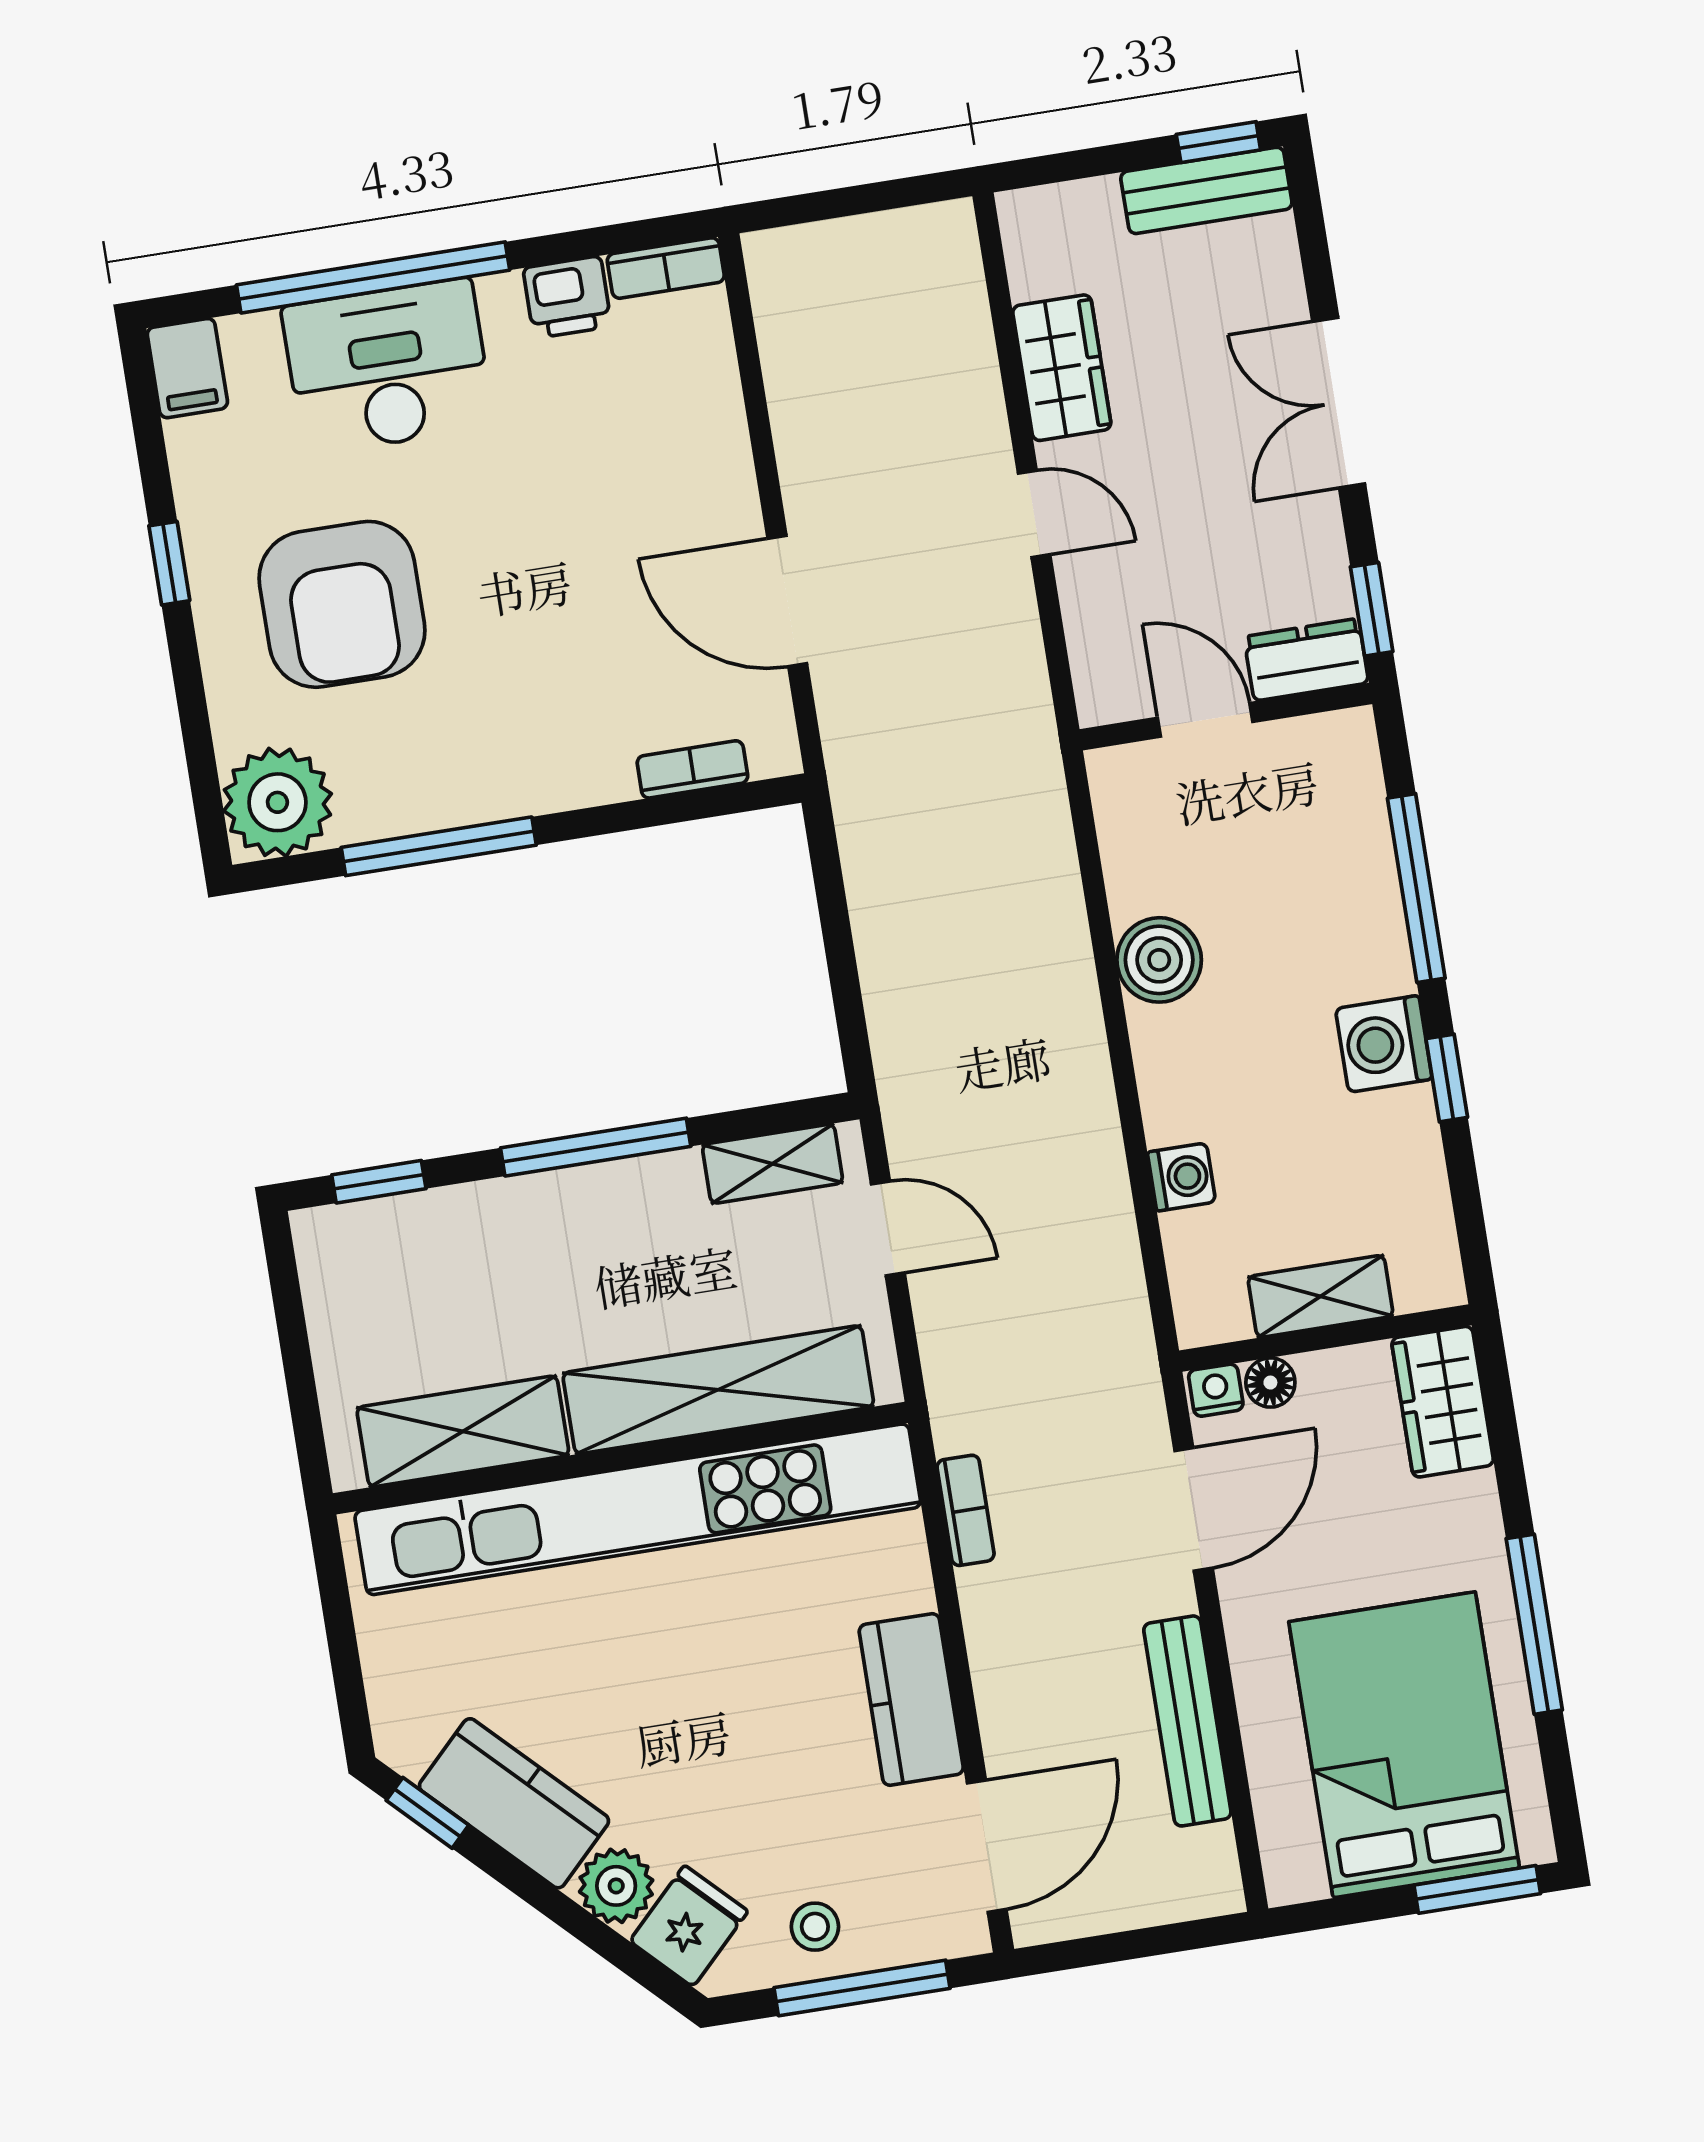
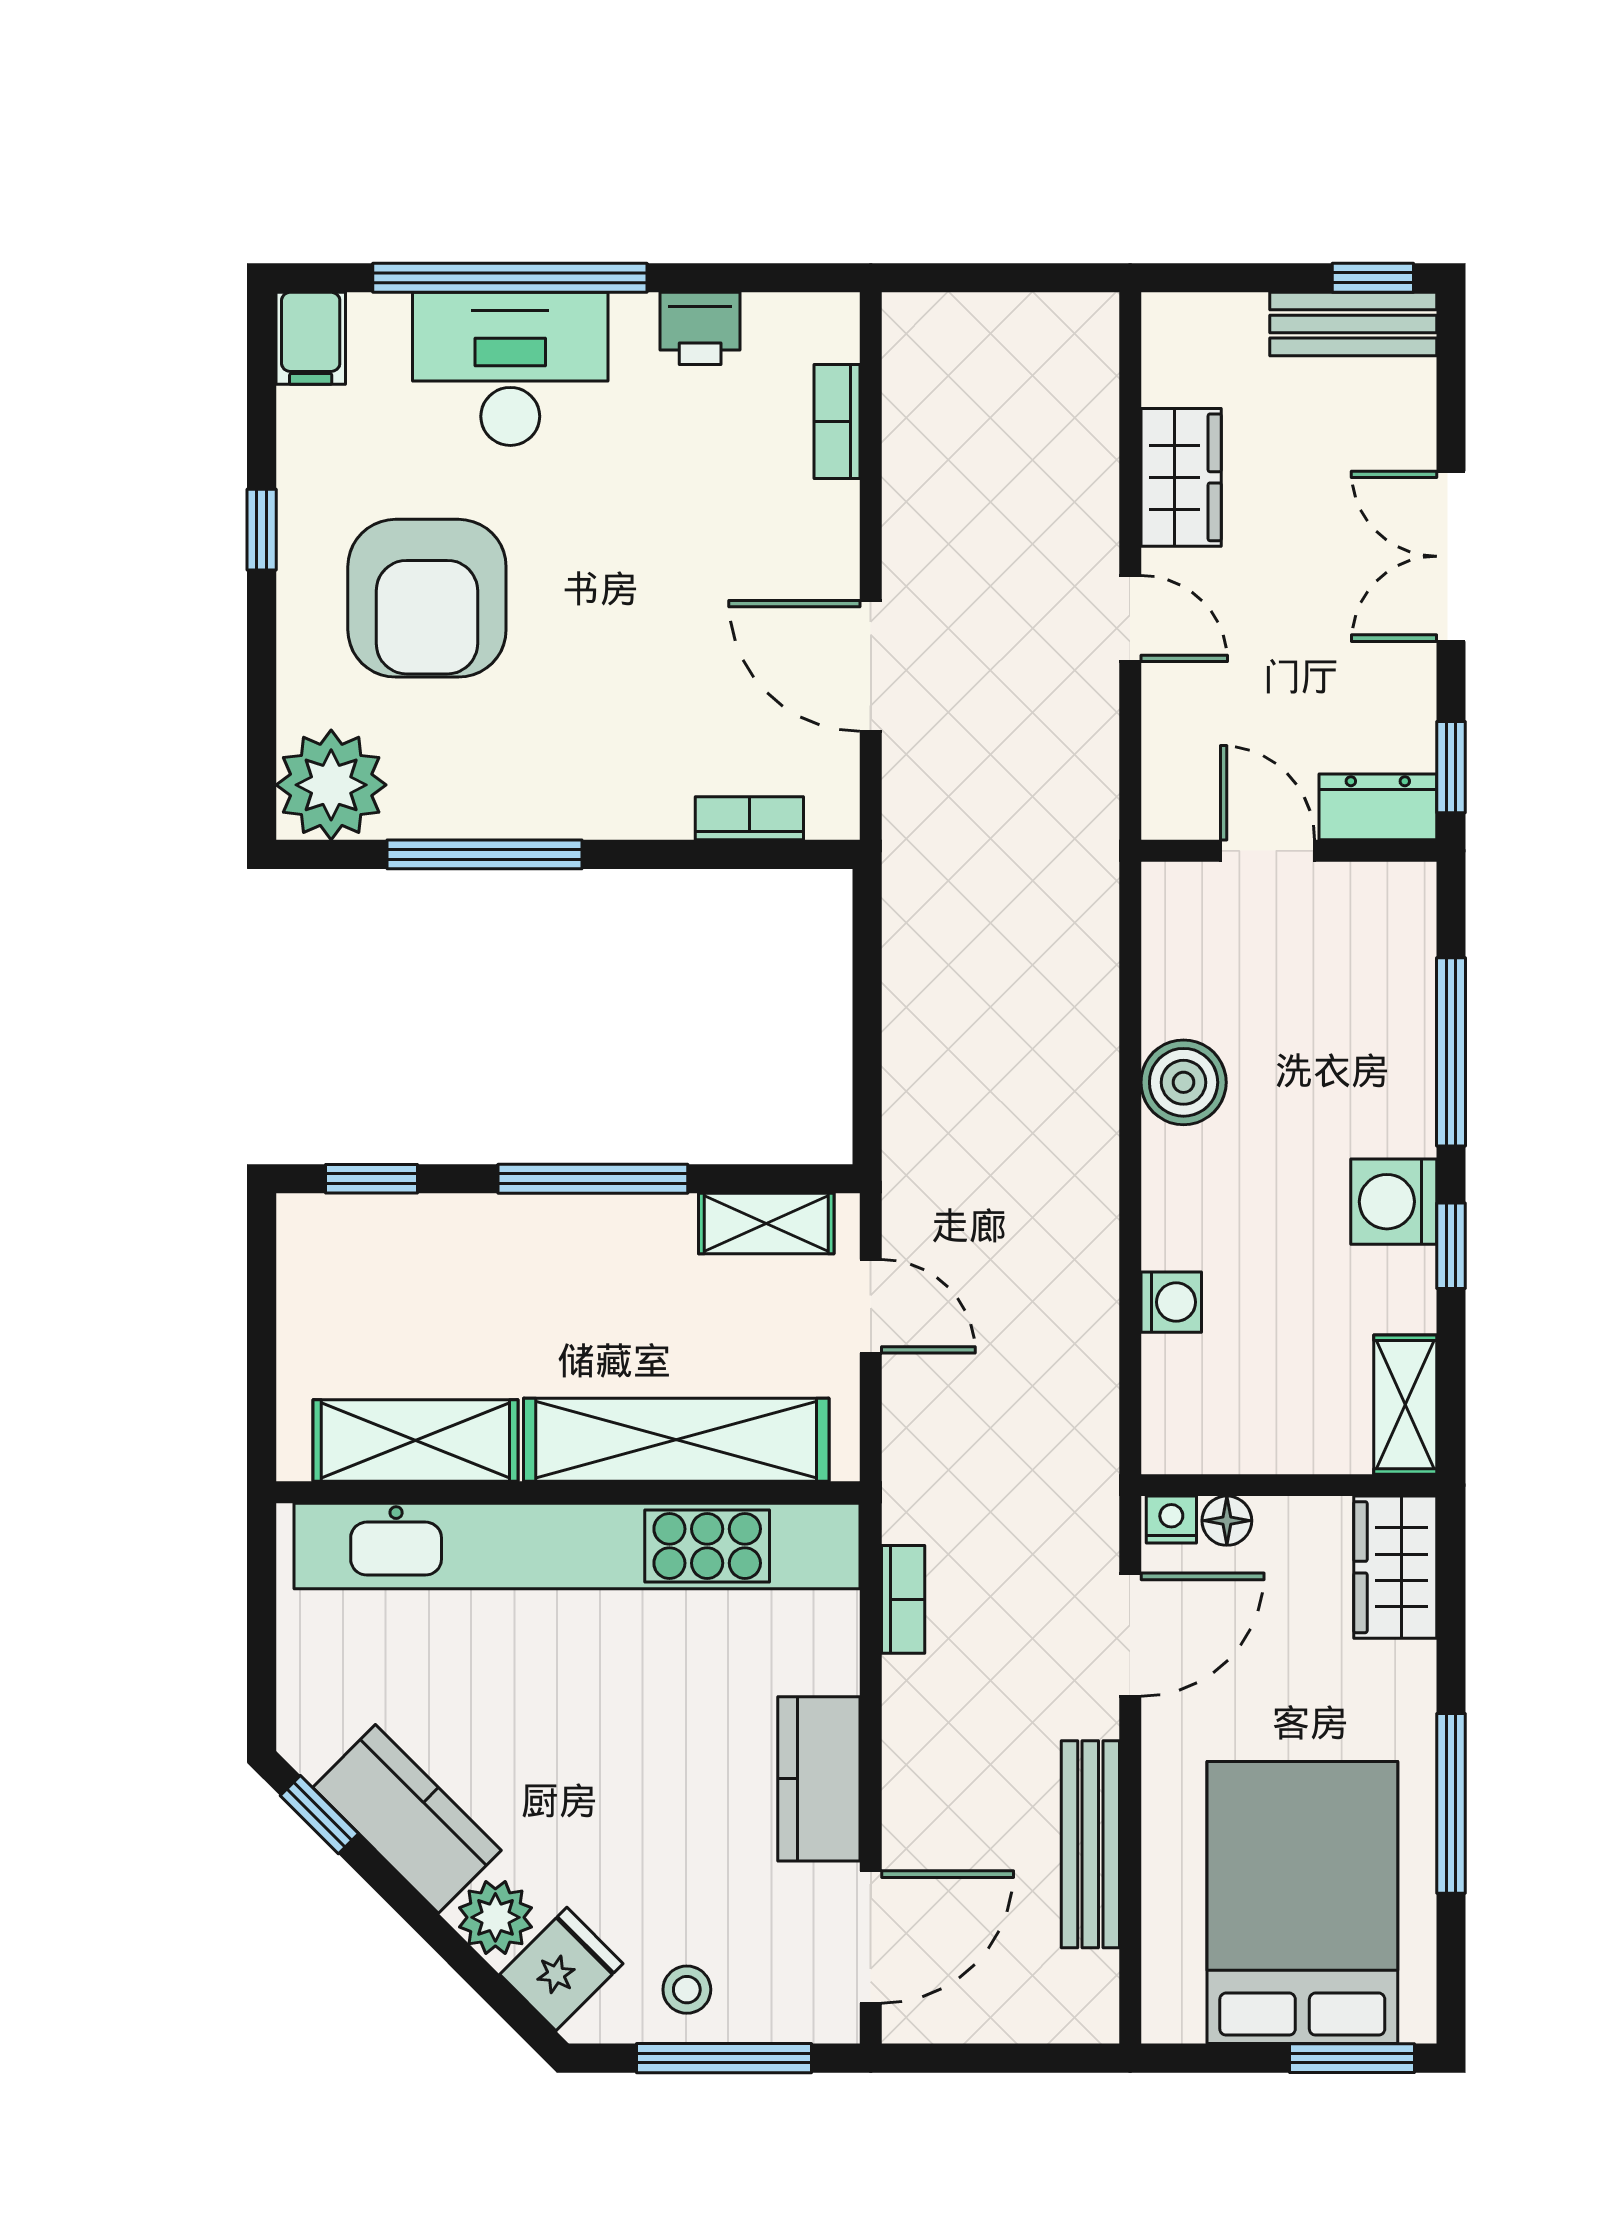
bookcase: (666, 268) -> (837, 421), moved, turned 90
shelving: (1320, 1296) -> (1405, 1405), moved, turned 90

